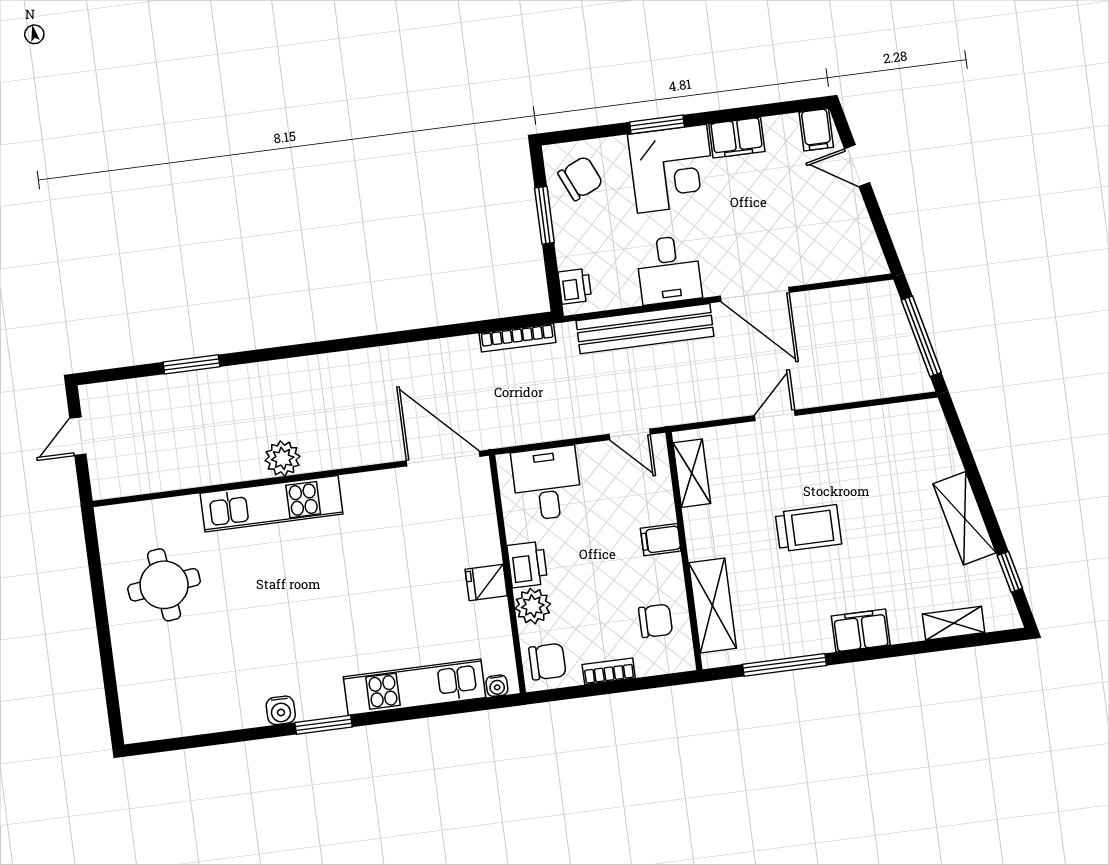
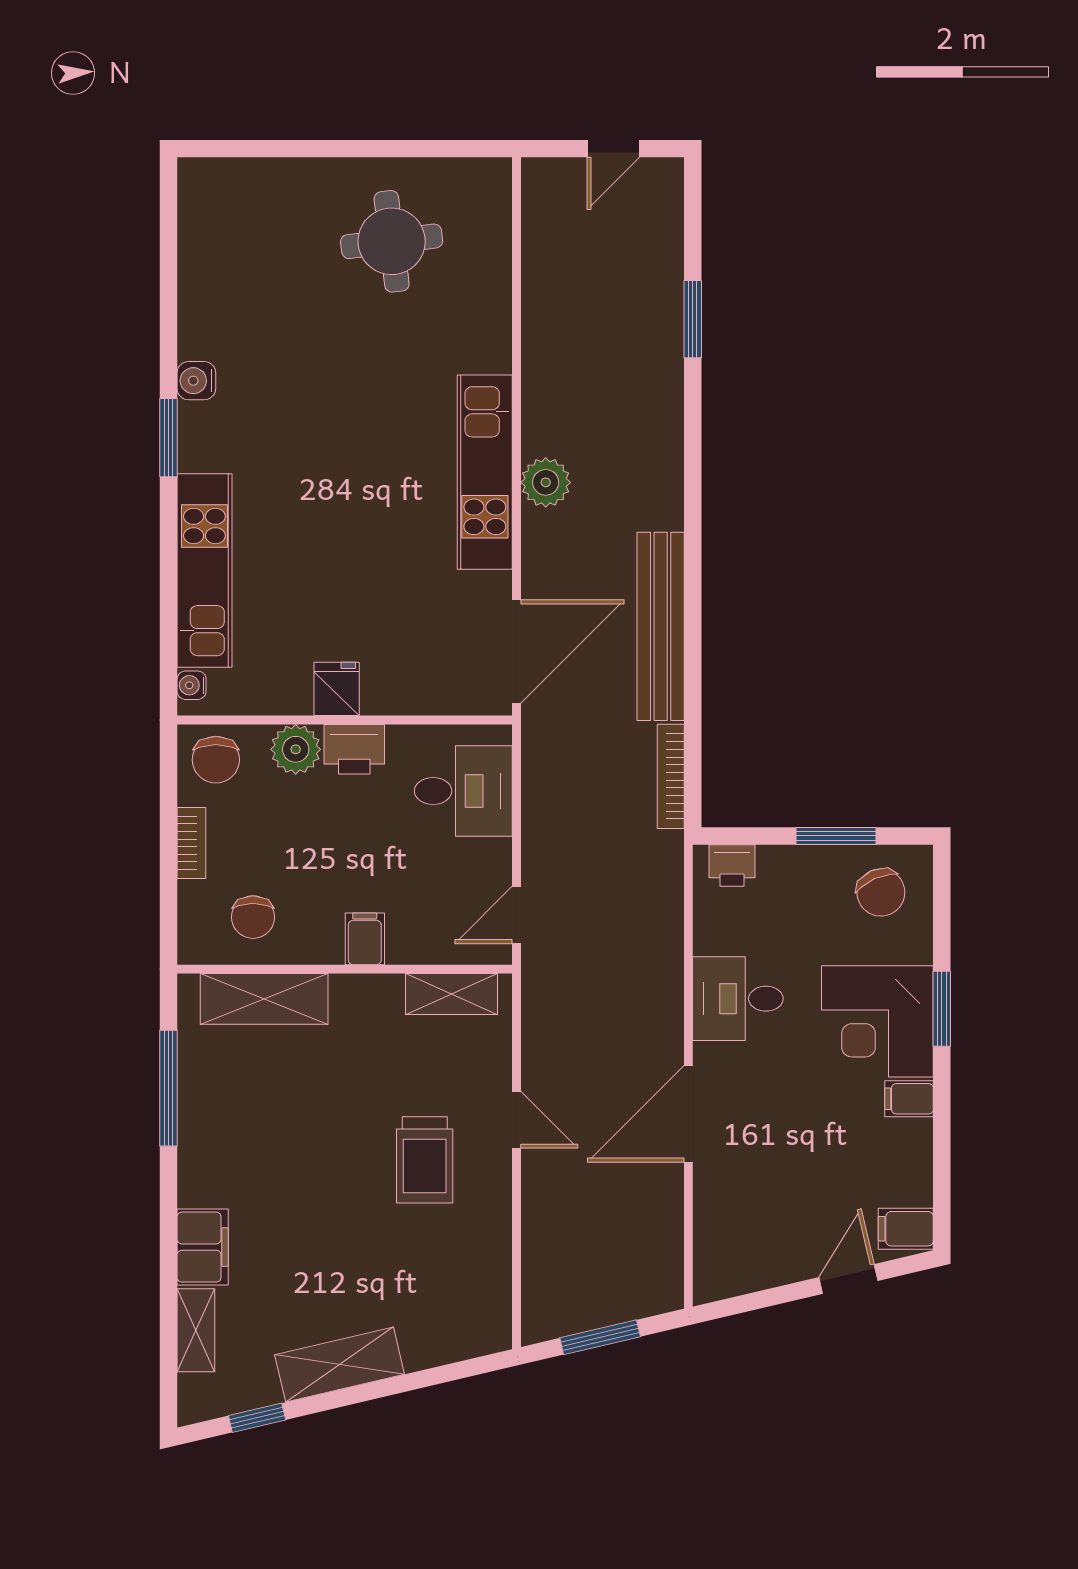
filing cabinet: (737, 138) -> (909, 1099), width x0.50
bench: (645, 329) -> (661, 626), moved
window: (921, 336) -> (600, 1337), width x0.69
door: (78, 436) -> (613, 149), swing flipped
plant: (283, 458) -> (546, 482), moved
kitchen unit: (272, 504) -> (485, 472), moved
trolley: (808, 528) -> (425, 1160), moved
filing cabinet: (861, 630) -> (203, 1247), moved

